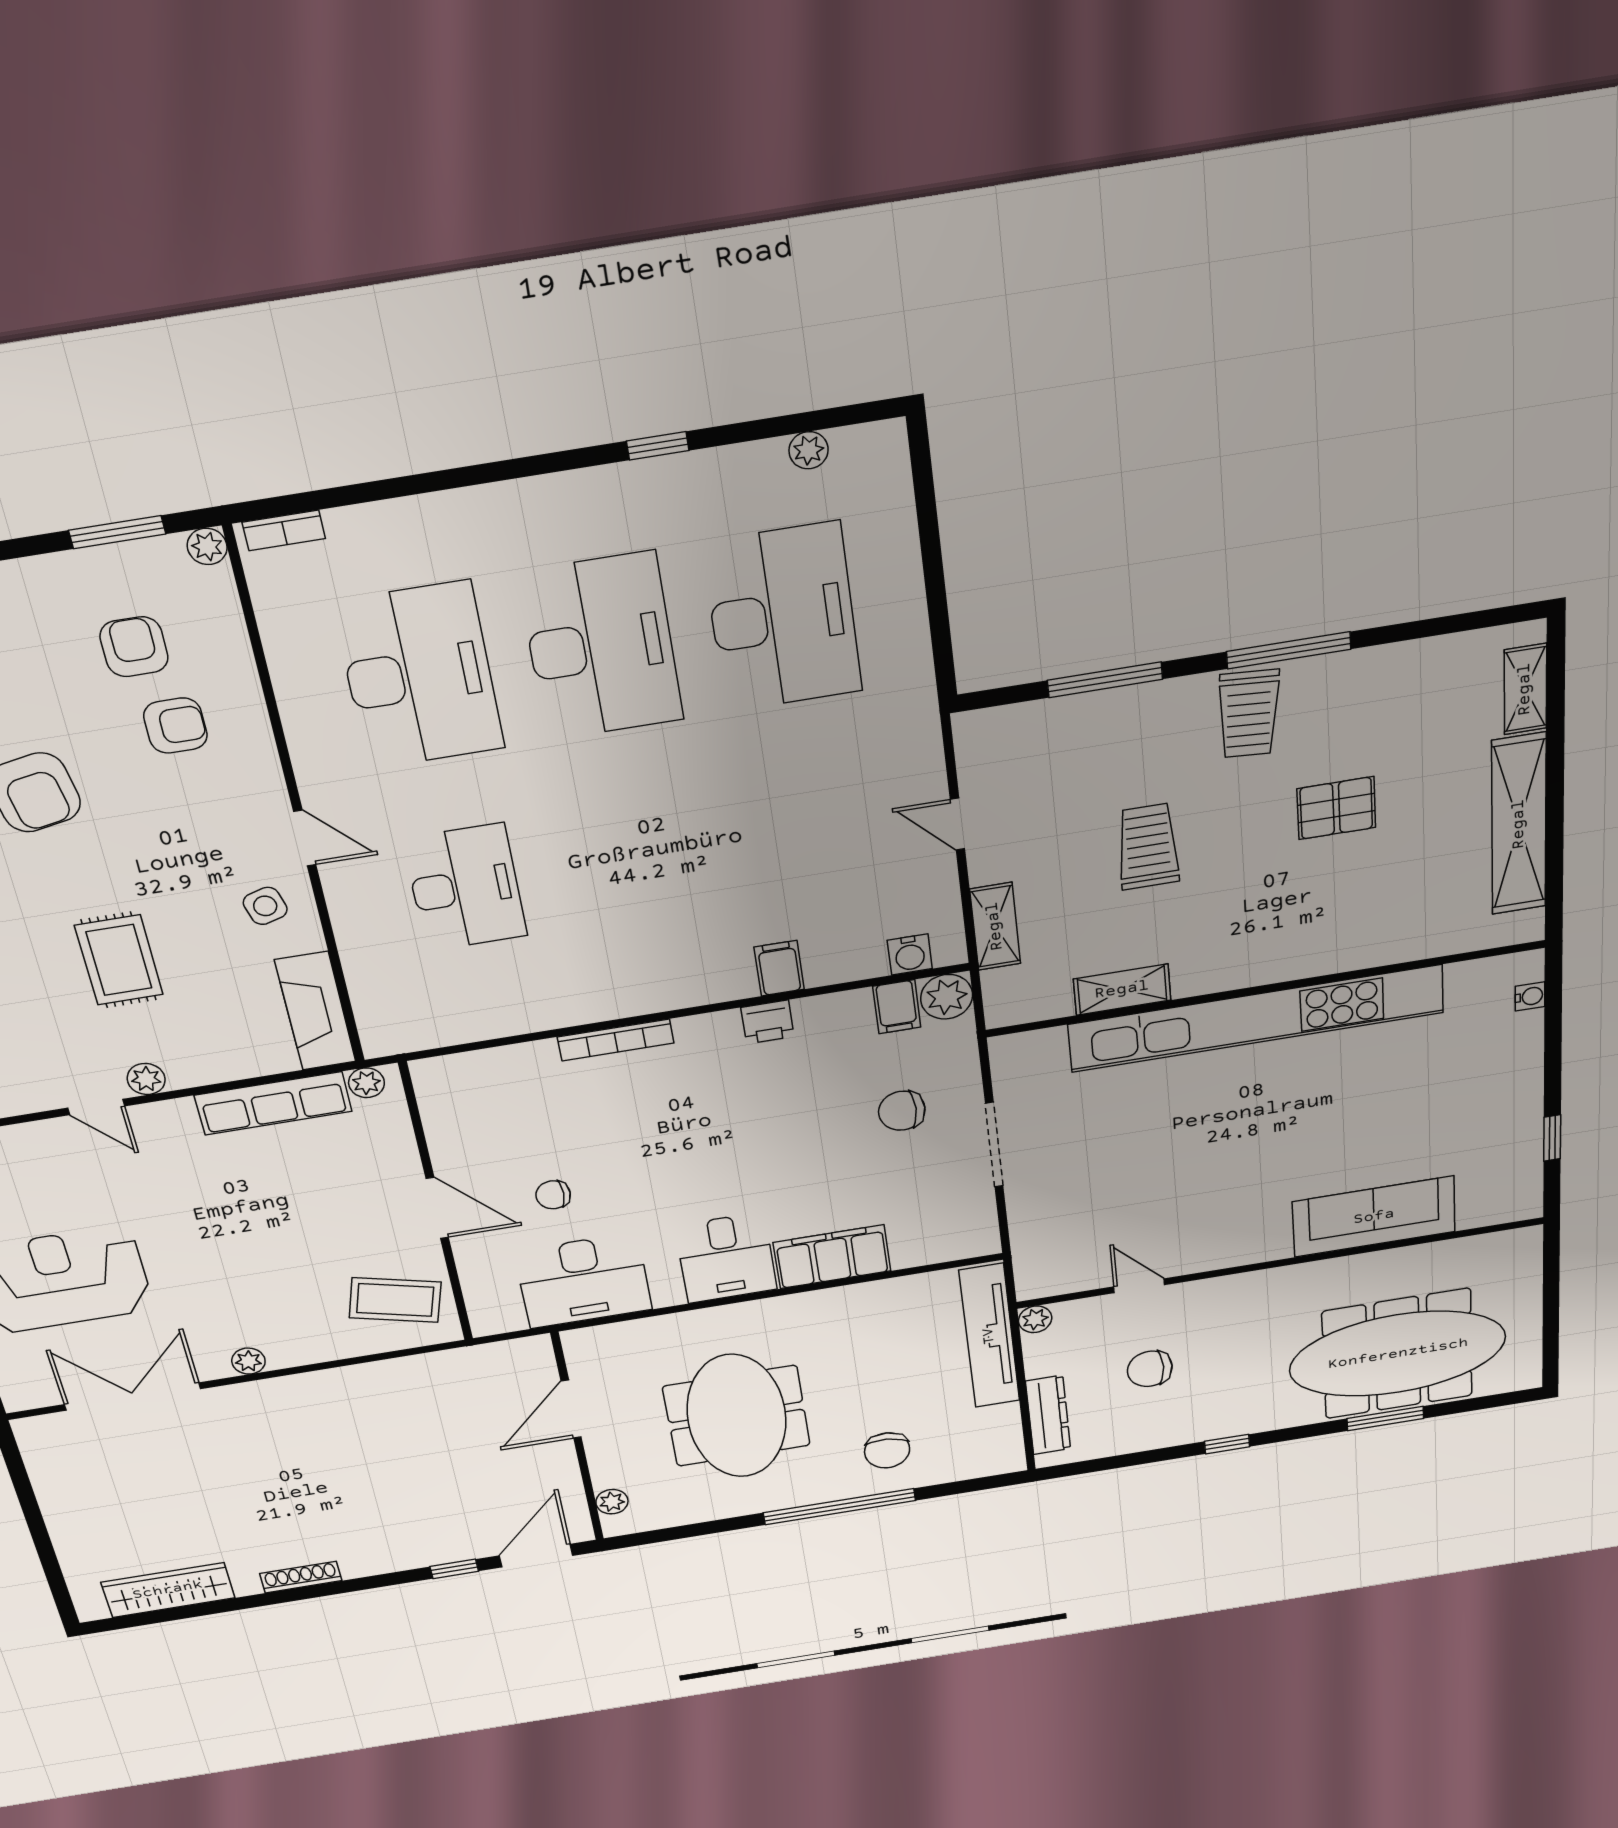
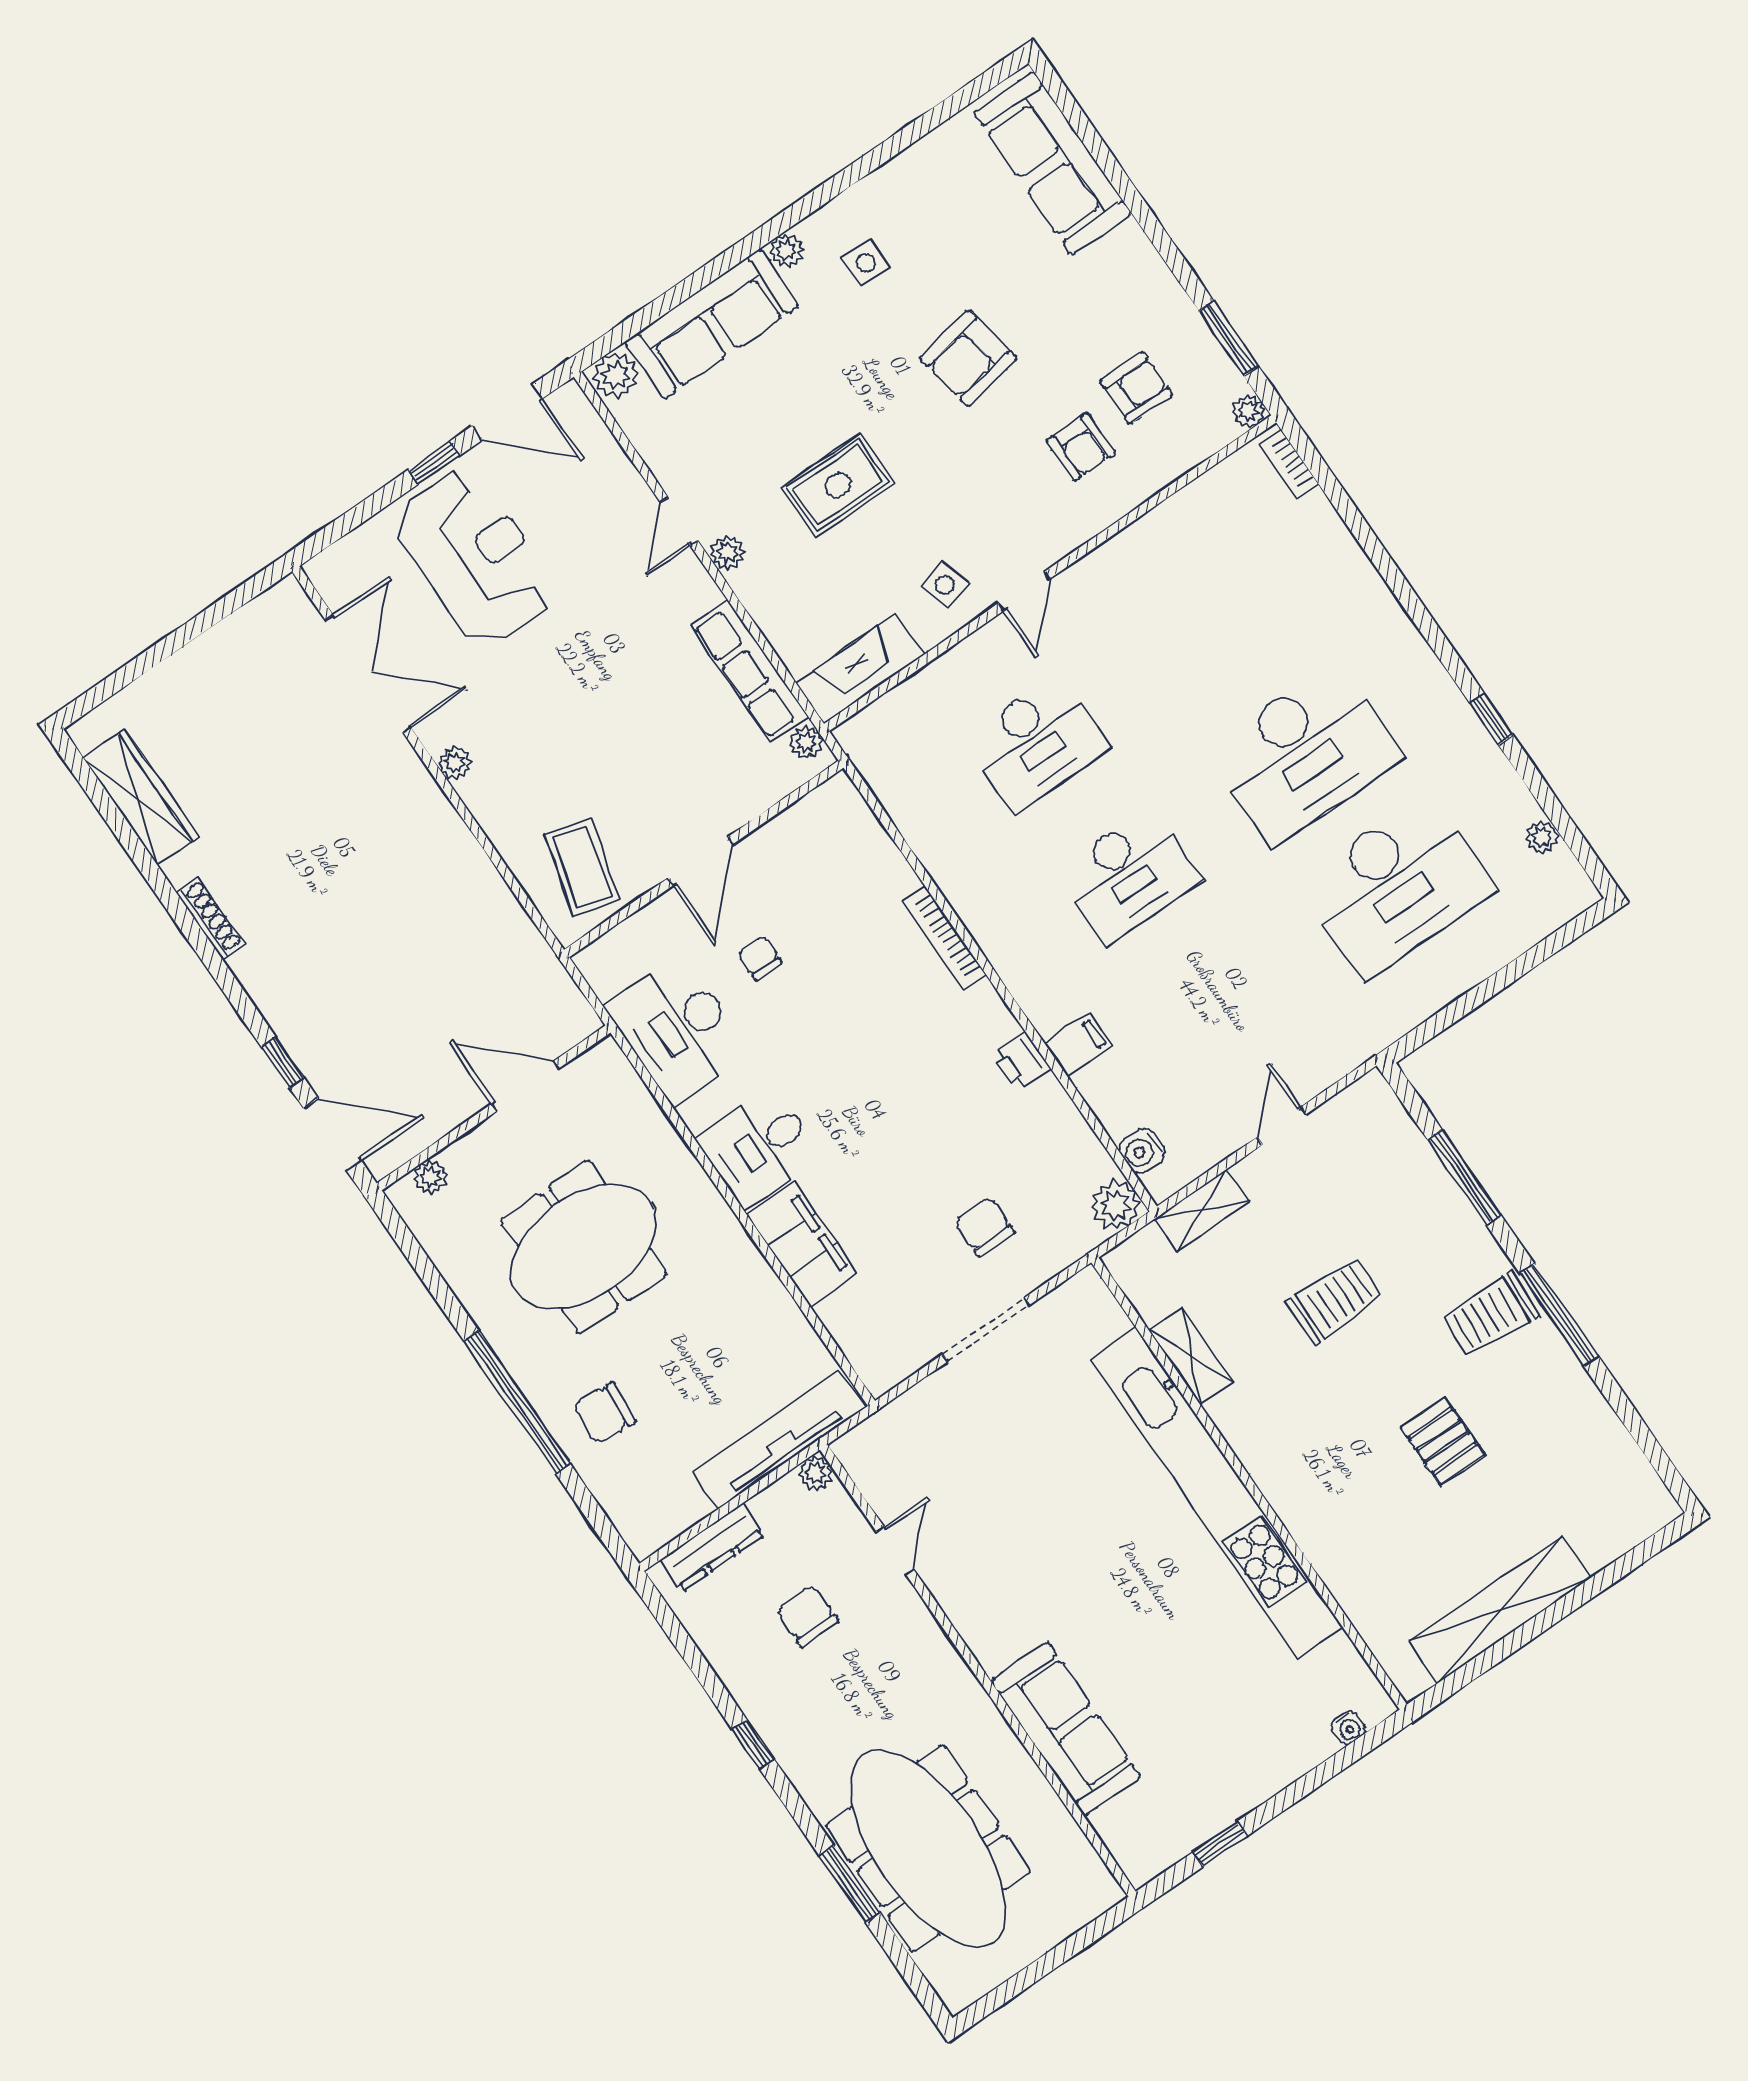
desk: (419, 676) -> (1128, 875), moved, width x0.73, depth x0.77
shelving: (1525, 689) -> (1618, 1535), removed
filing cabinet: (897, 1007) -> (1086, 1167), removed

